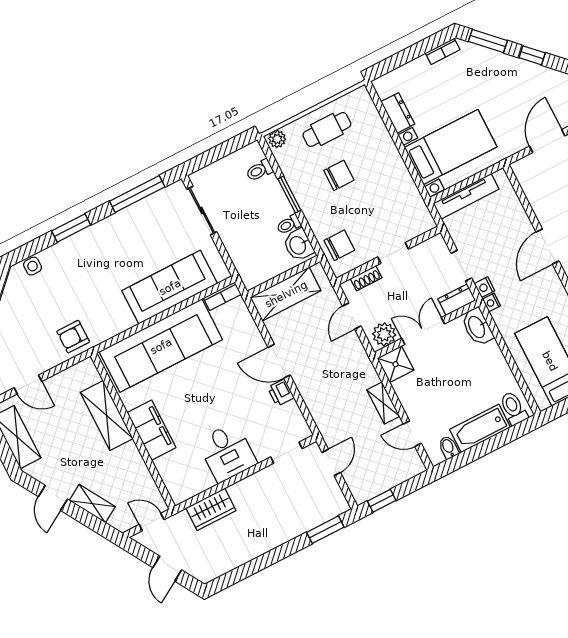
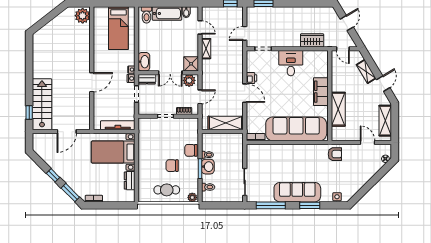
washbasin: (298, 245) -> (208, 167), moved
chair: (339, 245) -> (191, 150), moved
sofa: (170, 287) -> (297, 192), moved, turned 180

